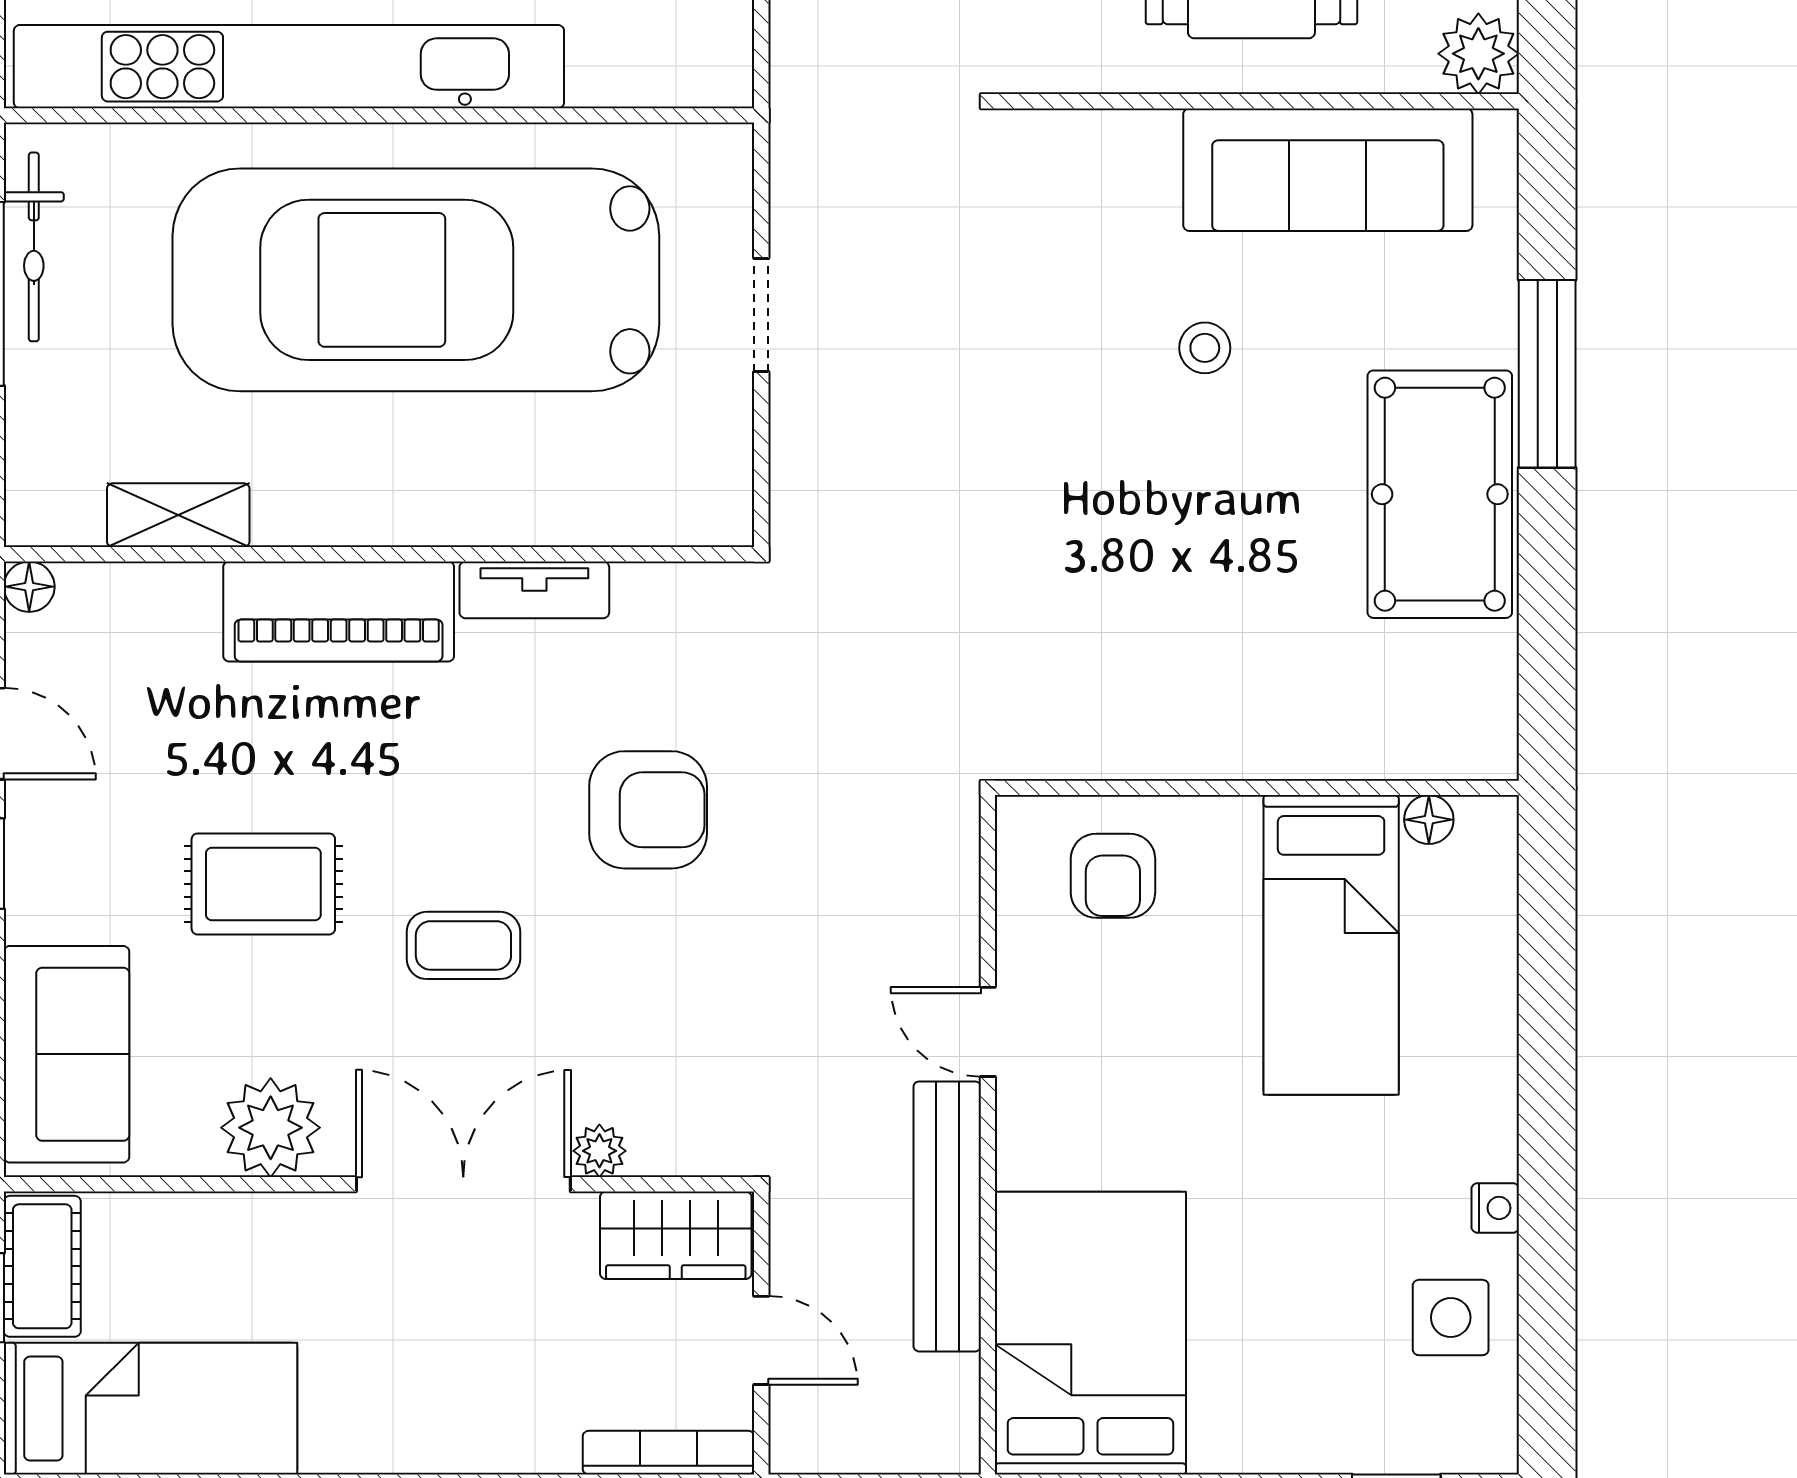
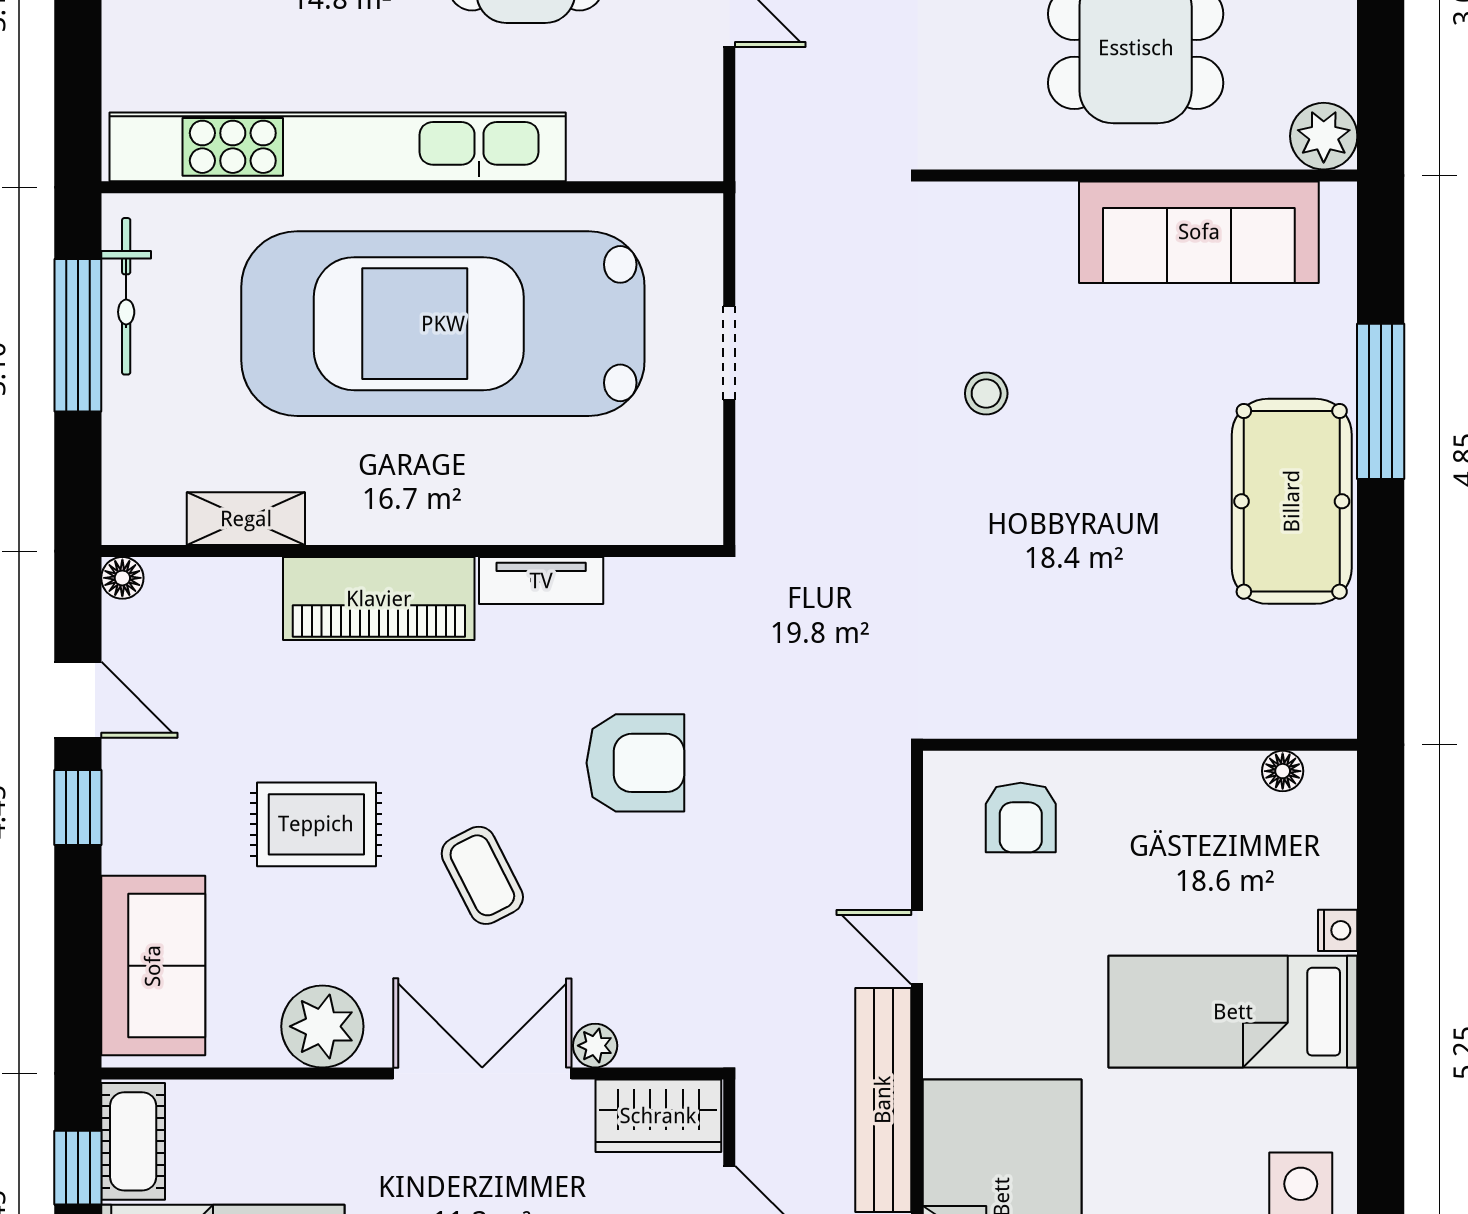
stool: (1205, 348) -> (986, 393), moved
coffee table: (463, 945) -> (482, 875), turned 63
bed: (1331, 945) -> (1233, 1012), moved, turned 90
nightstand: (1495, 1208) -> (1338, 930), moved

